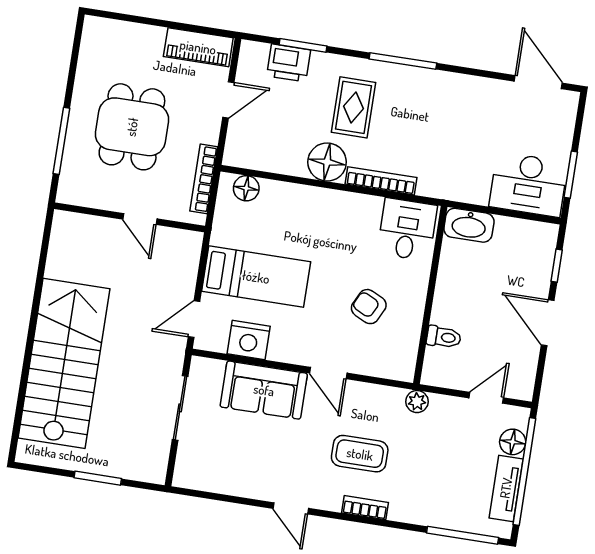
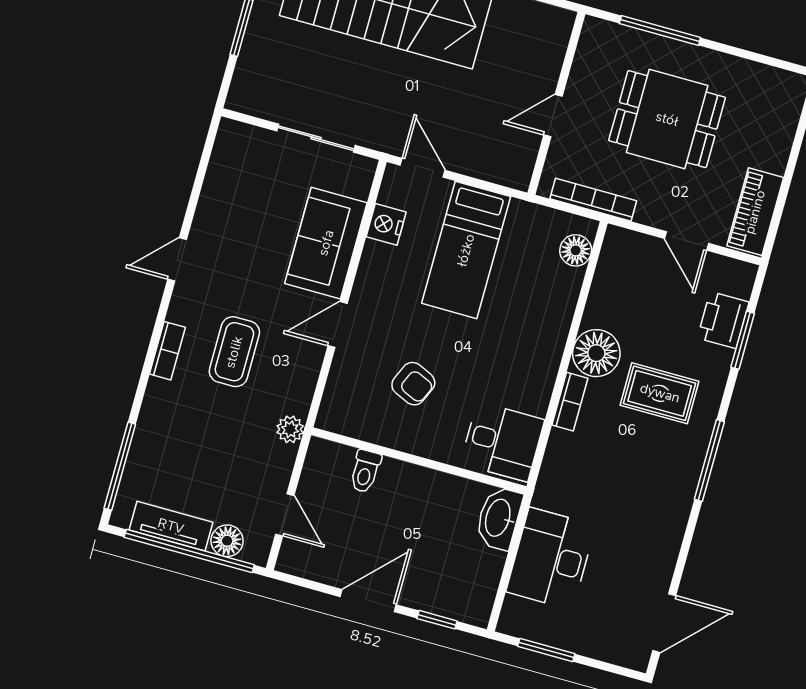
bookcase: (381, 181) -> (570, 402), width x0.64
desk: (528, 184) -> (551, 559), moved
armchair: (369, 307) -> (413, 384), turned 88
nightstand: (249, 340) -> (386, 224), width x0.74, depth x0.75

